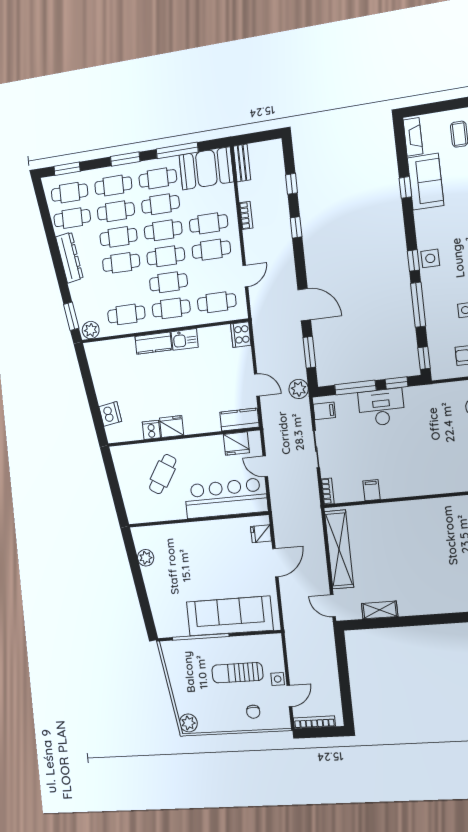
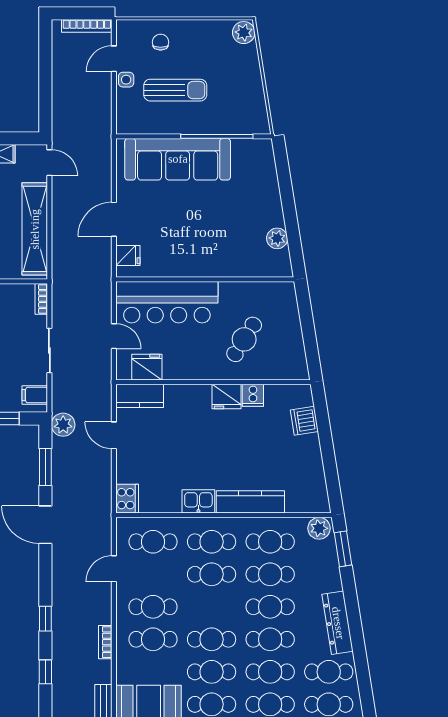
cafe table: (166, 256) -> (270, 574), moved
kitchen counter: (153, 343) -> (250, 502), width x1.50

